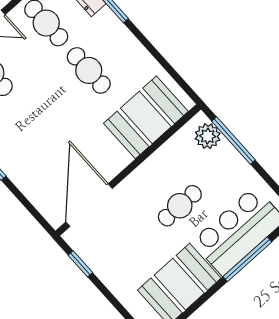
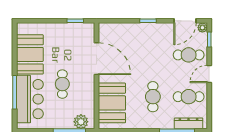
cafe table: (89, 70) -> (153, 97), turned 90
door: (89, 205) -> (97, 59), moved

